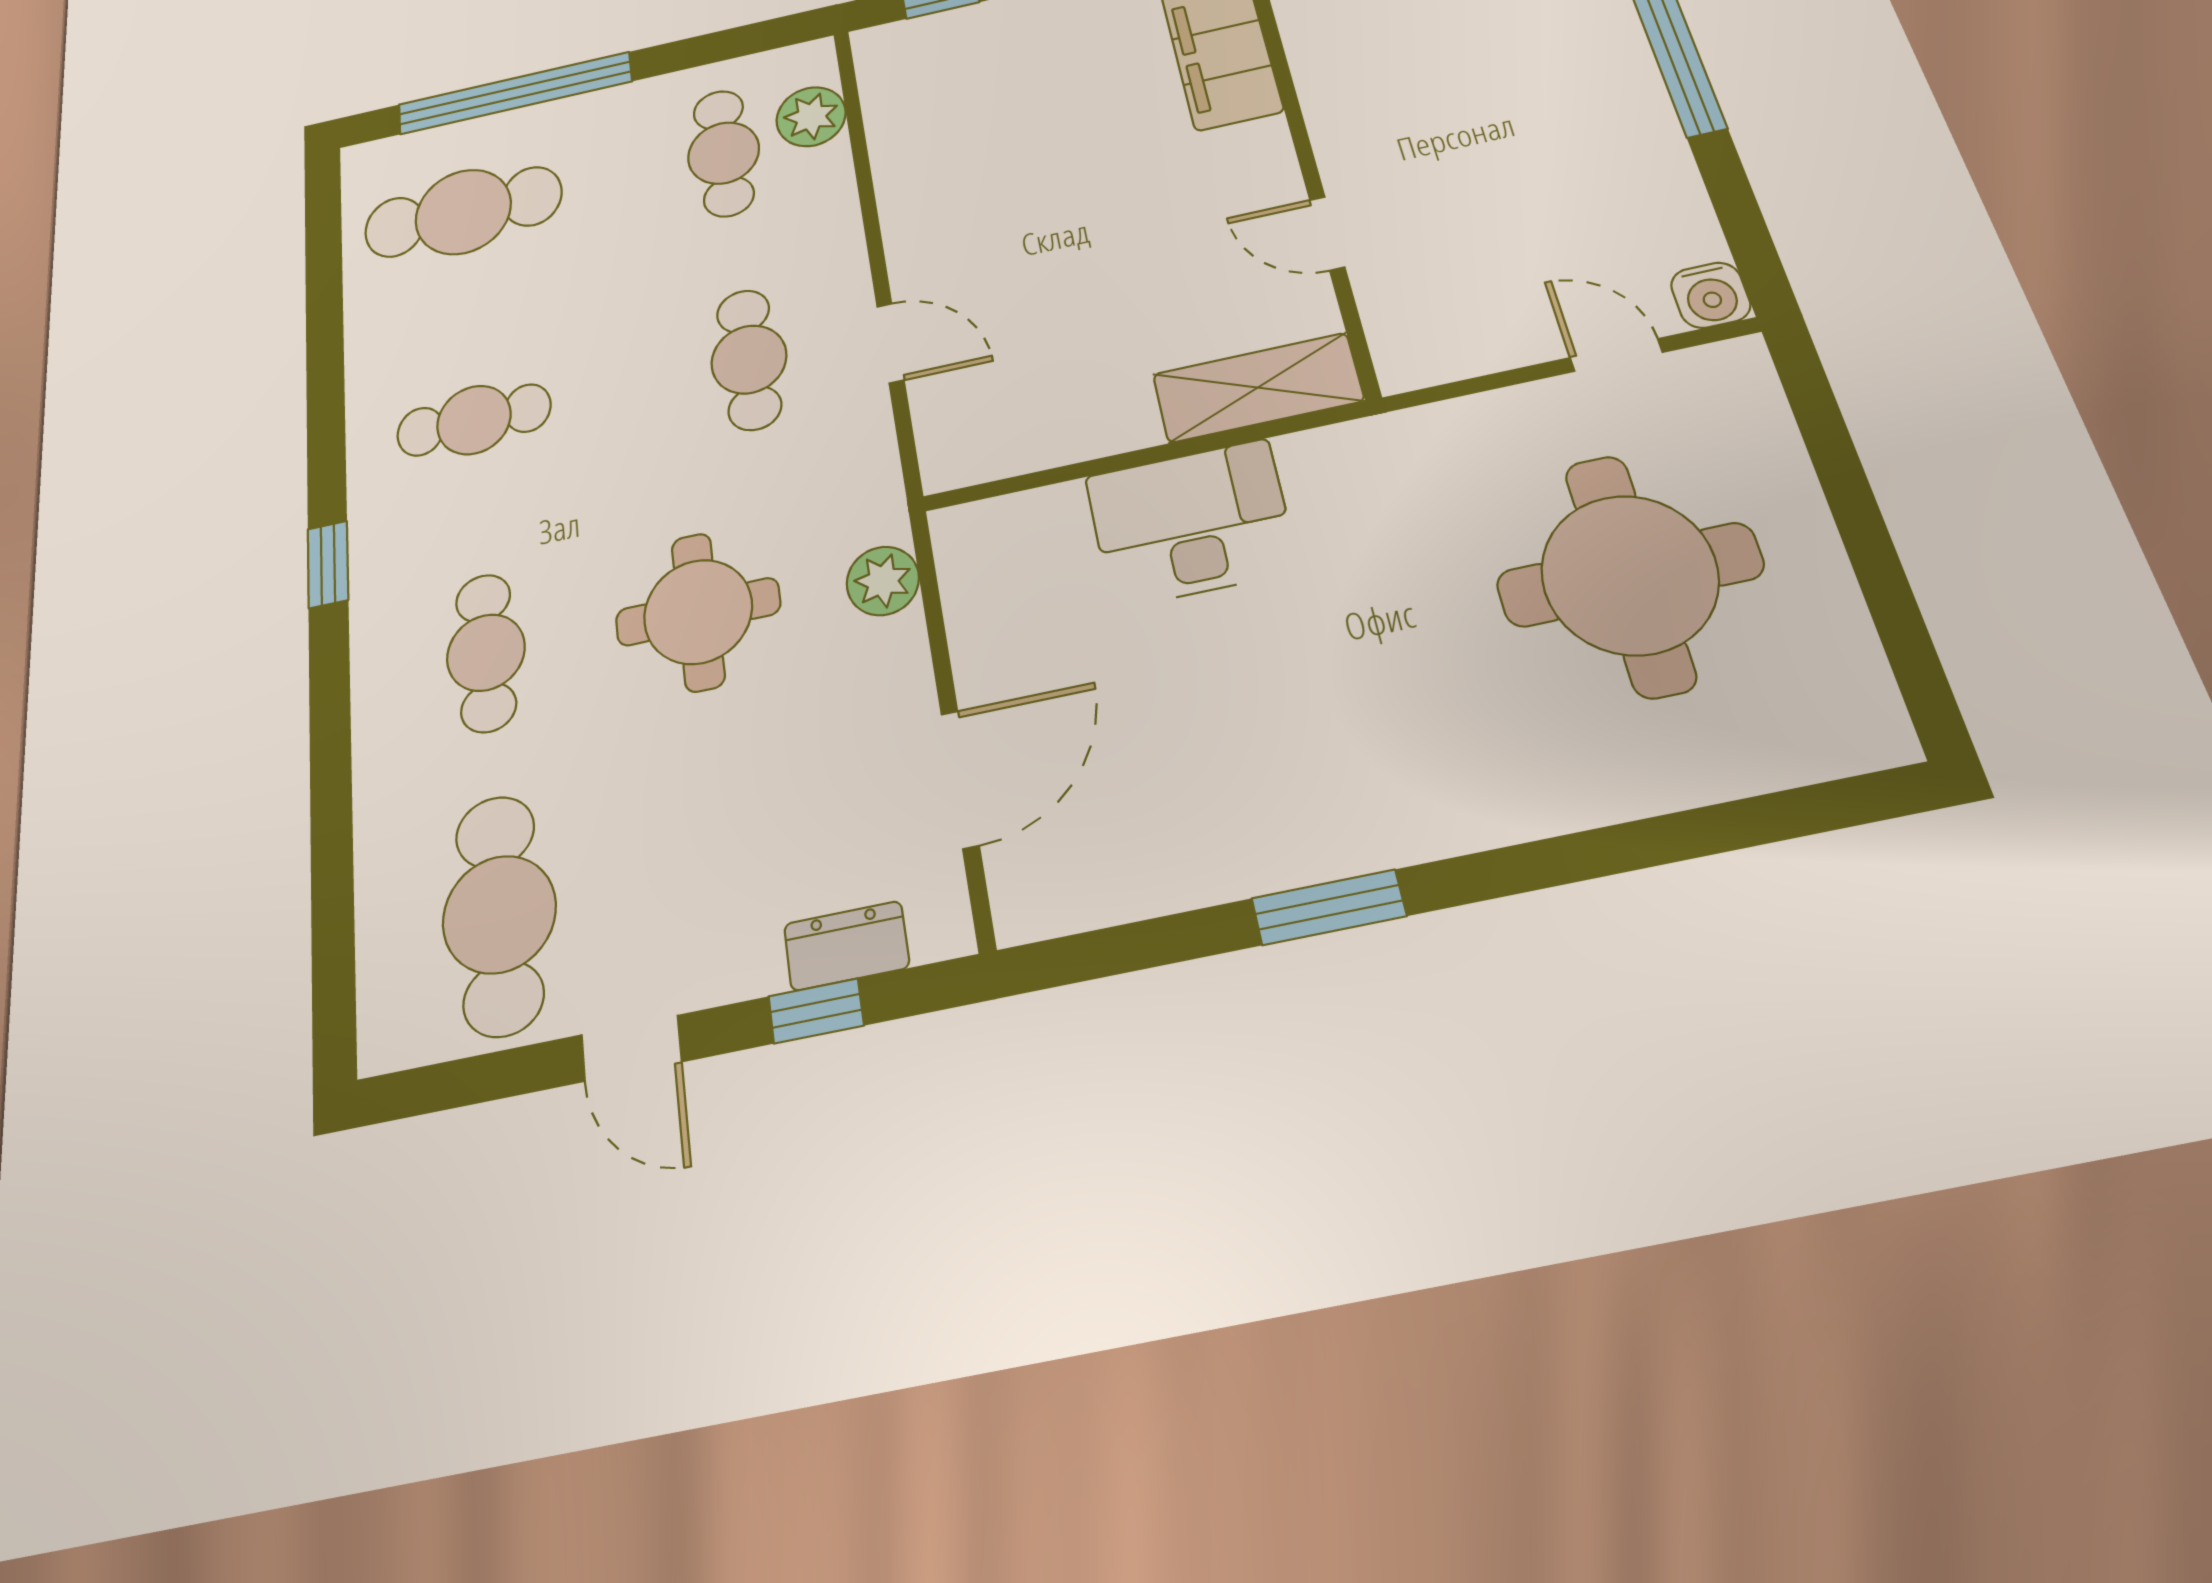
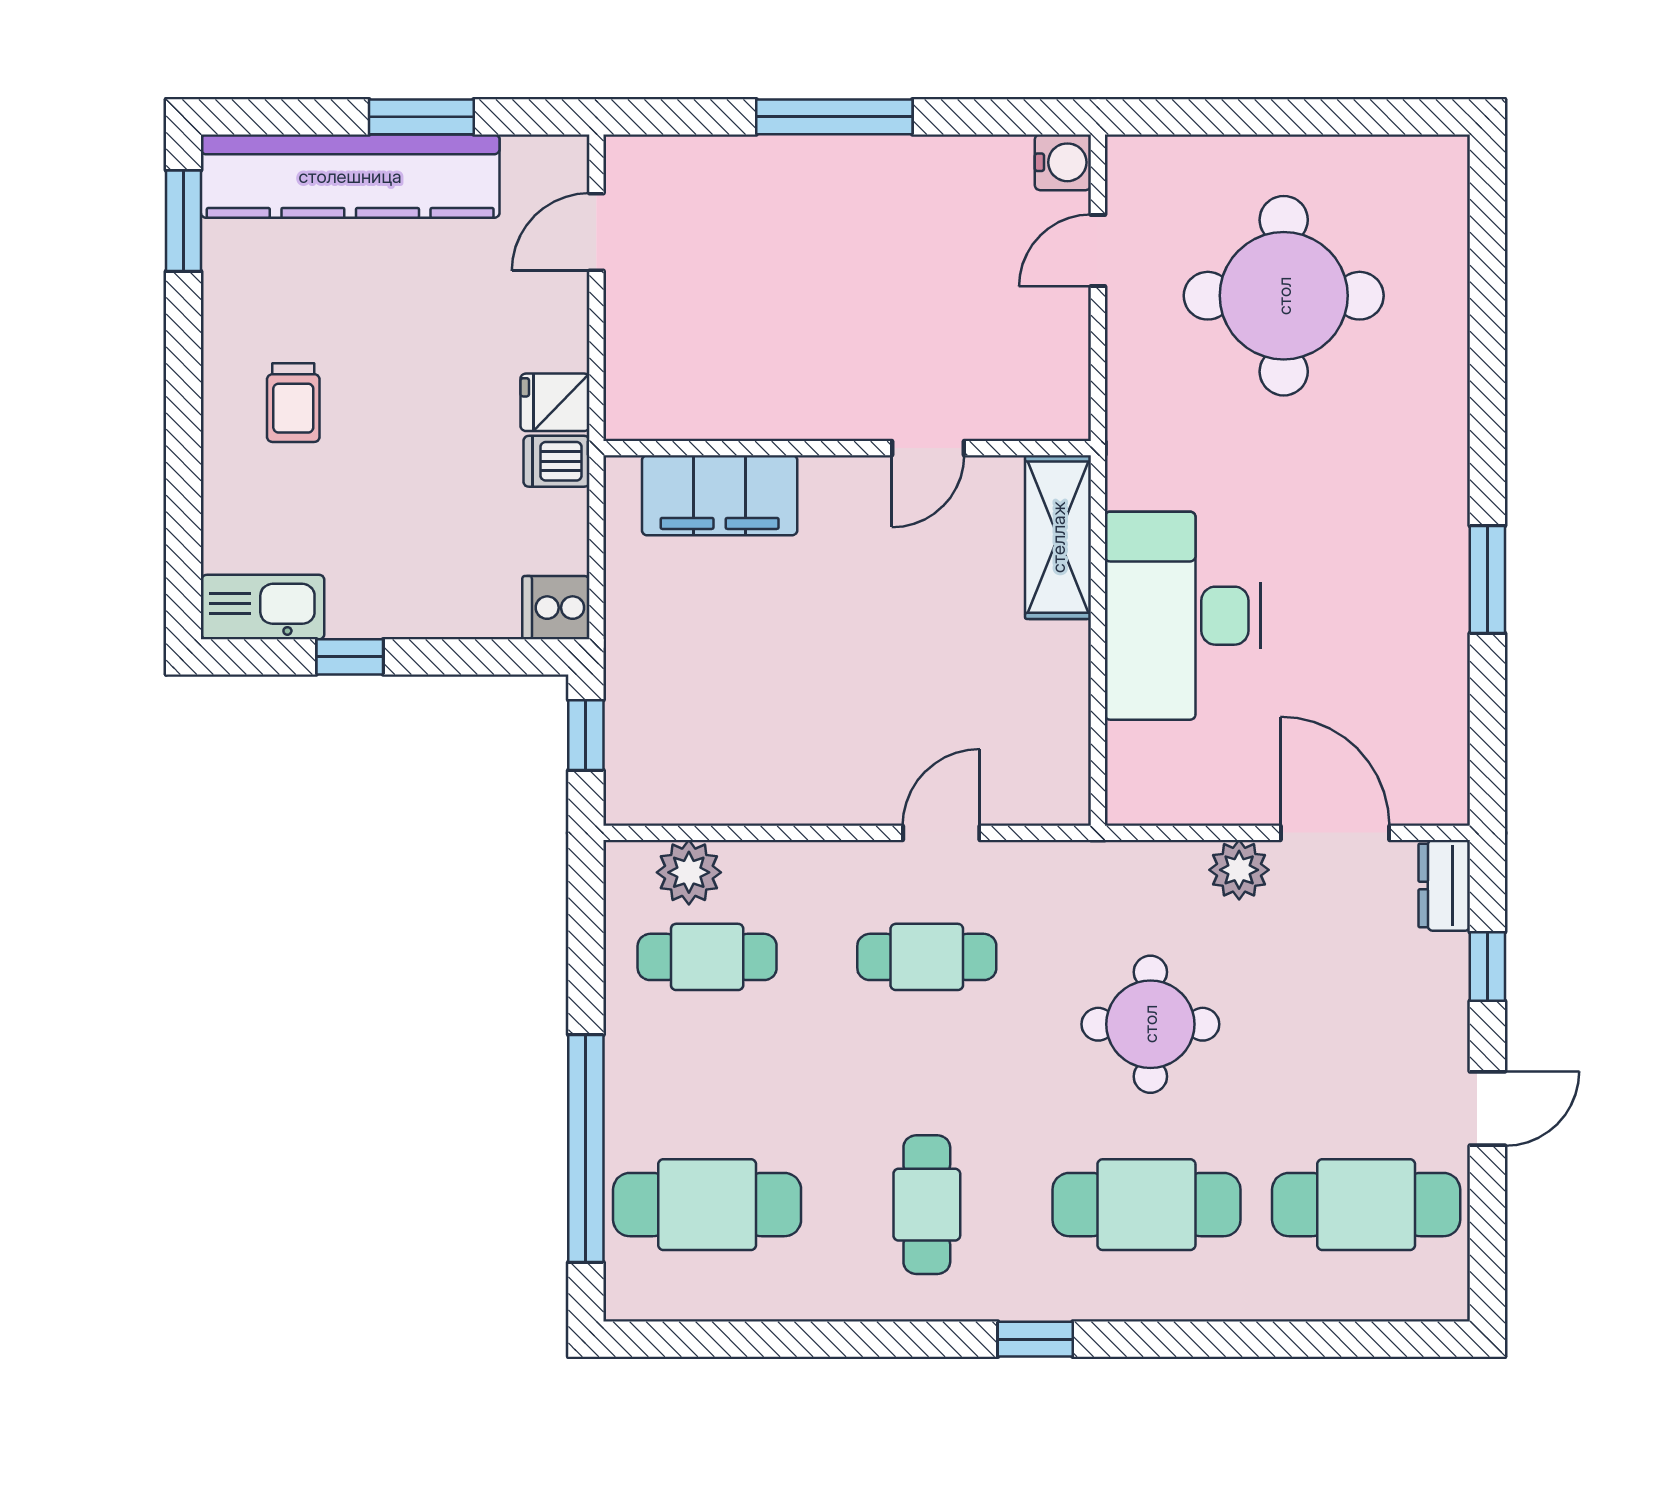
cafe table: (463, 212) -> (707, 1205), turned 90
desk: (1191, 523) -> (1183, 616), width x1.36, depth x1.30
plant: (883, 581) -> (1239, 870), moved
cafe table: (486, 653) -> (1146, 1205), width x1.37, depth x1.35
dresser: (846, 946) -> (1444, 885), moved

